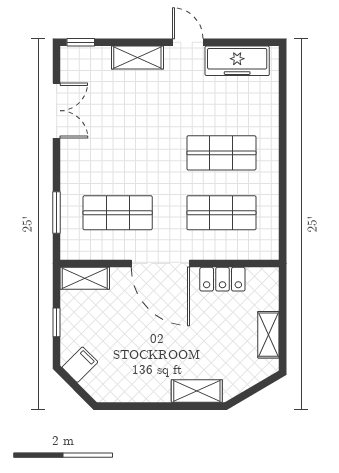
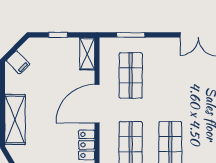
filing cabinet: (80, 365) -> (18, 62), moved
shelving: (197, 391) -> (15, 120), width x1.50, depth x1.33

